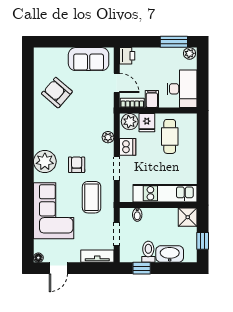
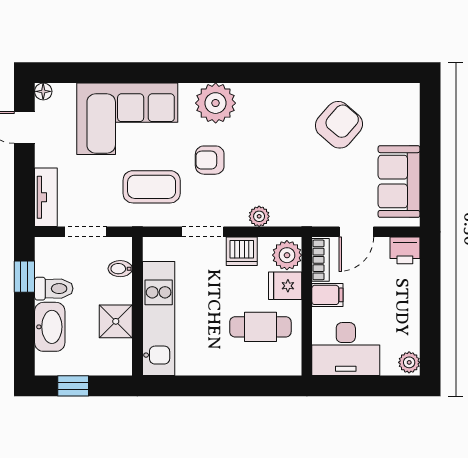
window: (174, 42) -> (430, 334), removed
armchair: (77, 165) -> (210, 160), turned 180
shower: (188, 217) -> (116, 321), moved

